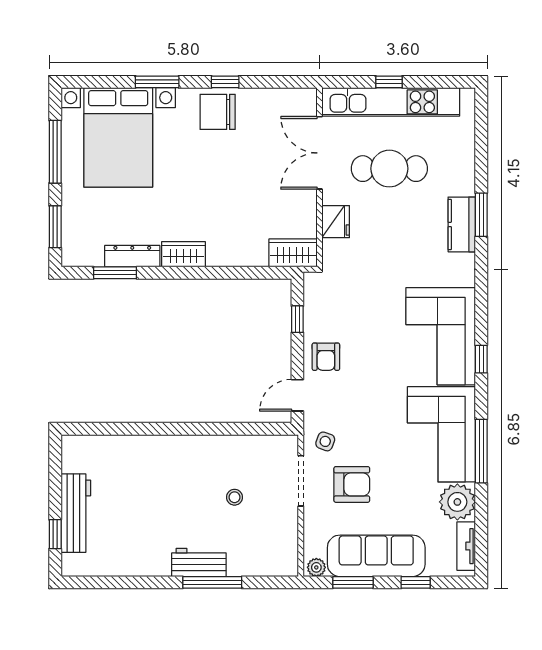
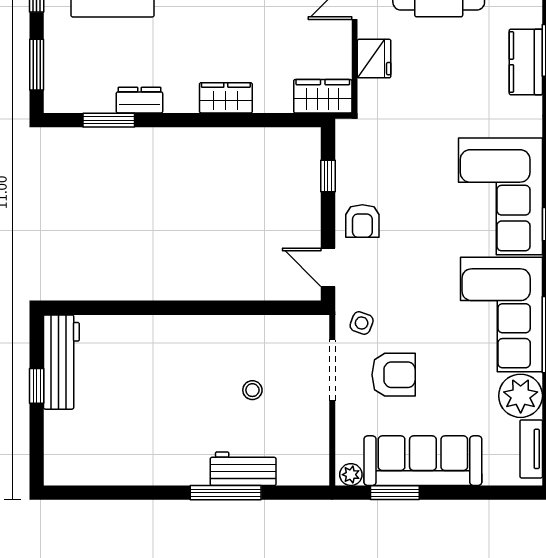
wardrobe: (183, 254) -> (226, 98), moved
dresser: (132, 256) -> (139, 100), width x0.70
door: (297, 395) -> (328, 267), hinge flipped
workbench: (76, 513) -> (61, 362), moved
window: (55, 534) -> (37, 386), moved
workbench: (199, 563) -> (243, 469), moved
window: (416, 582) -> (470, 493), removed

